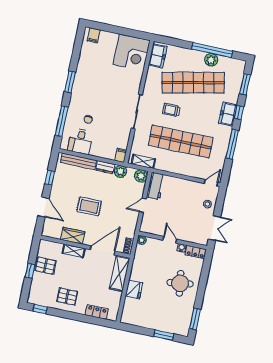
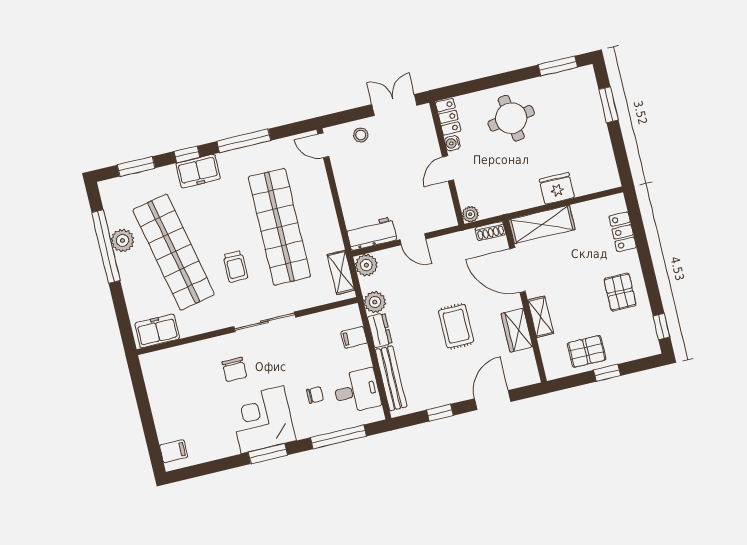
corner desk: (132, 52) -> (262, 420), moved, turned -90
chair: (120, 85) -> (234, 369), added
filing cabinet: (121, 155) -> (354, 337), moved
pallet: (45, 266) -> (587, 351), turned 90

